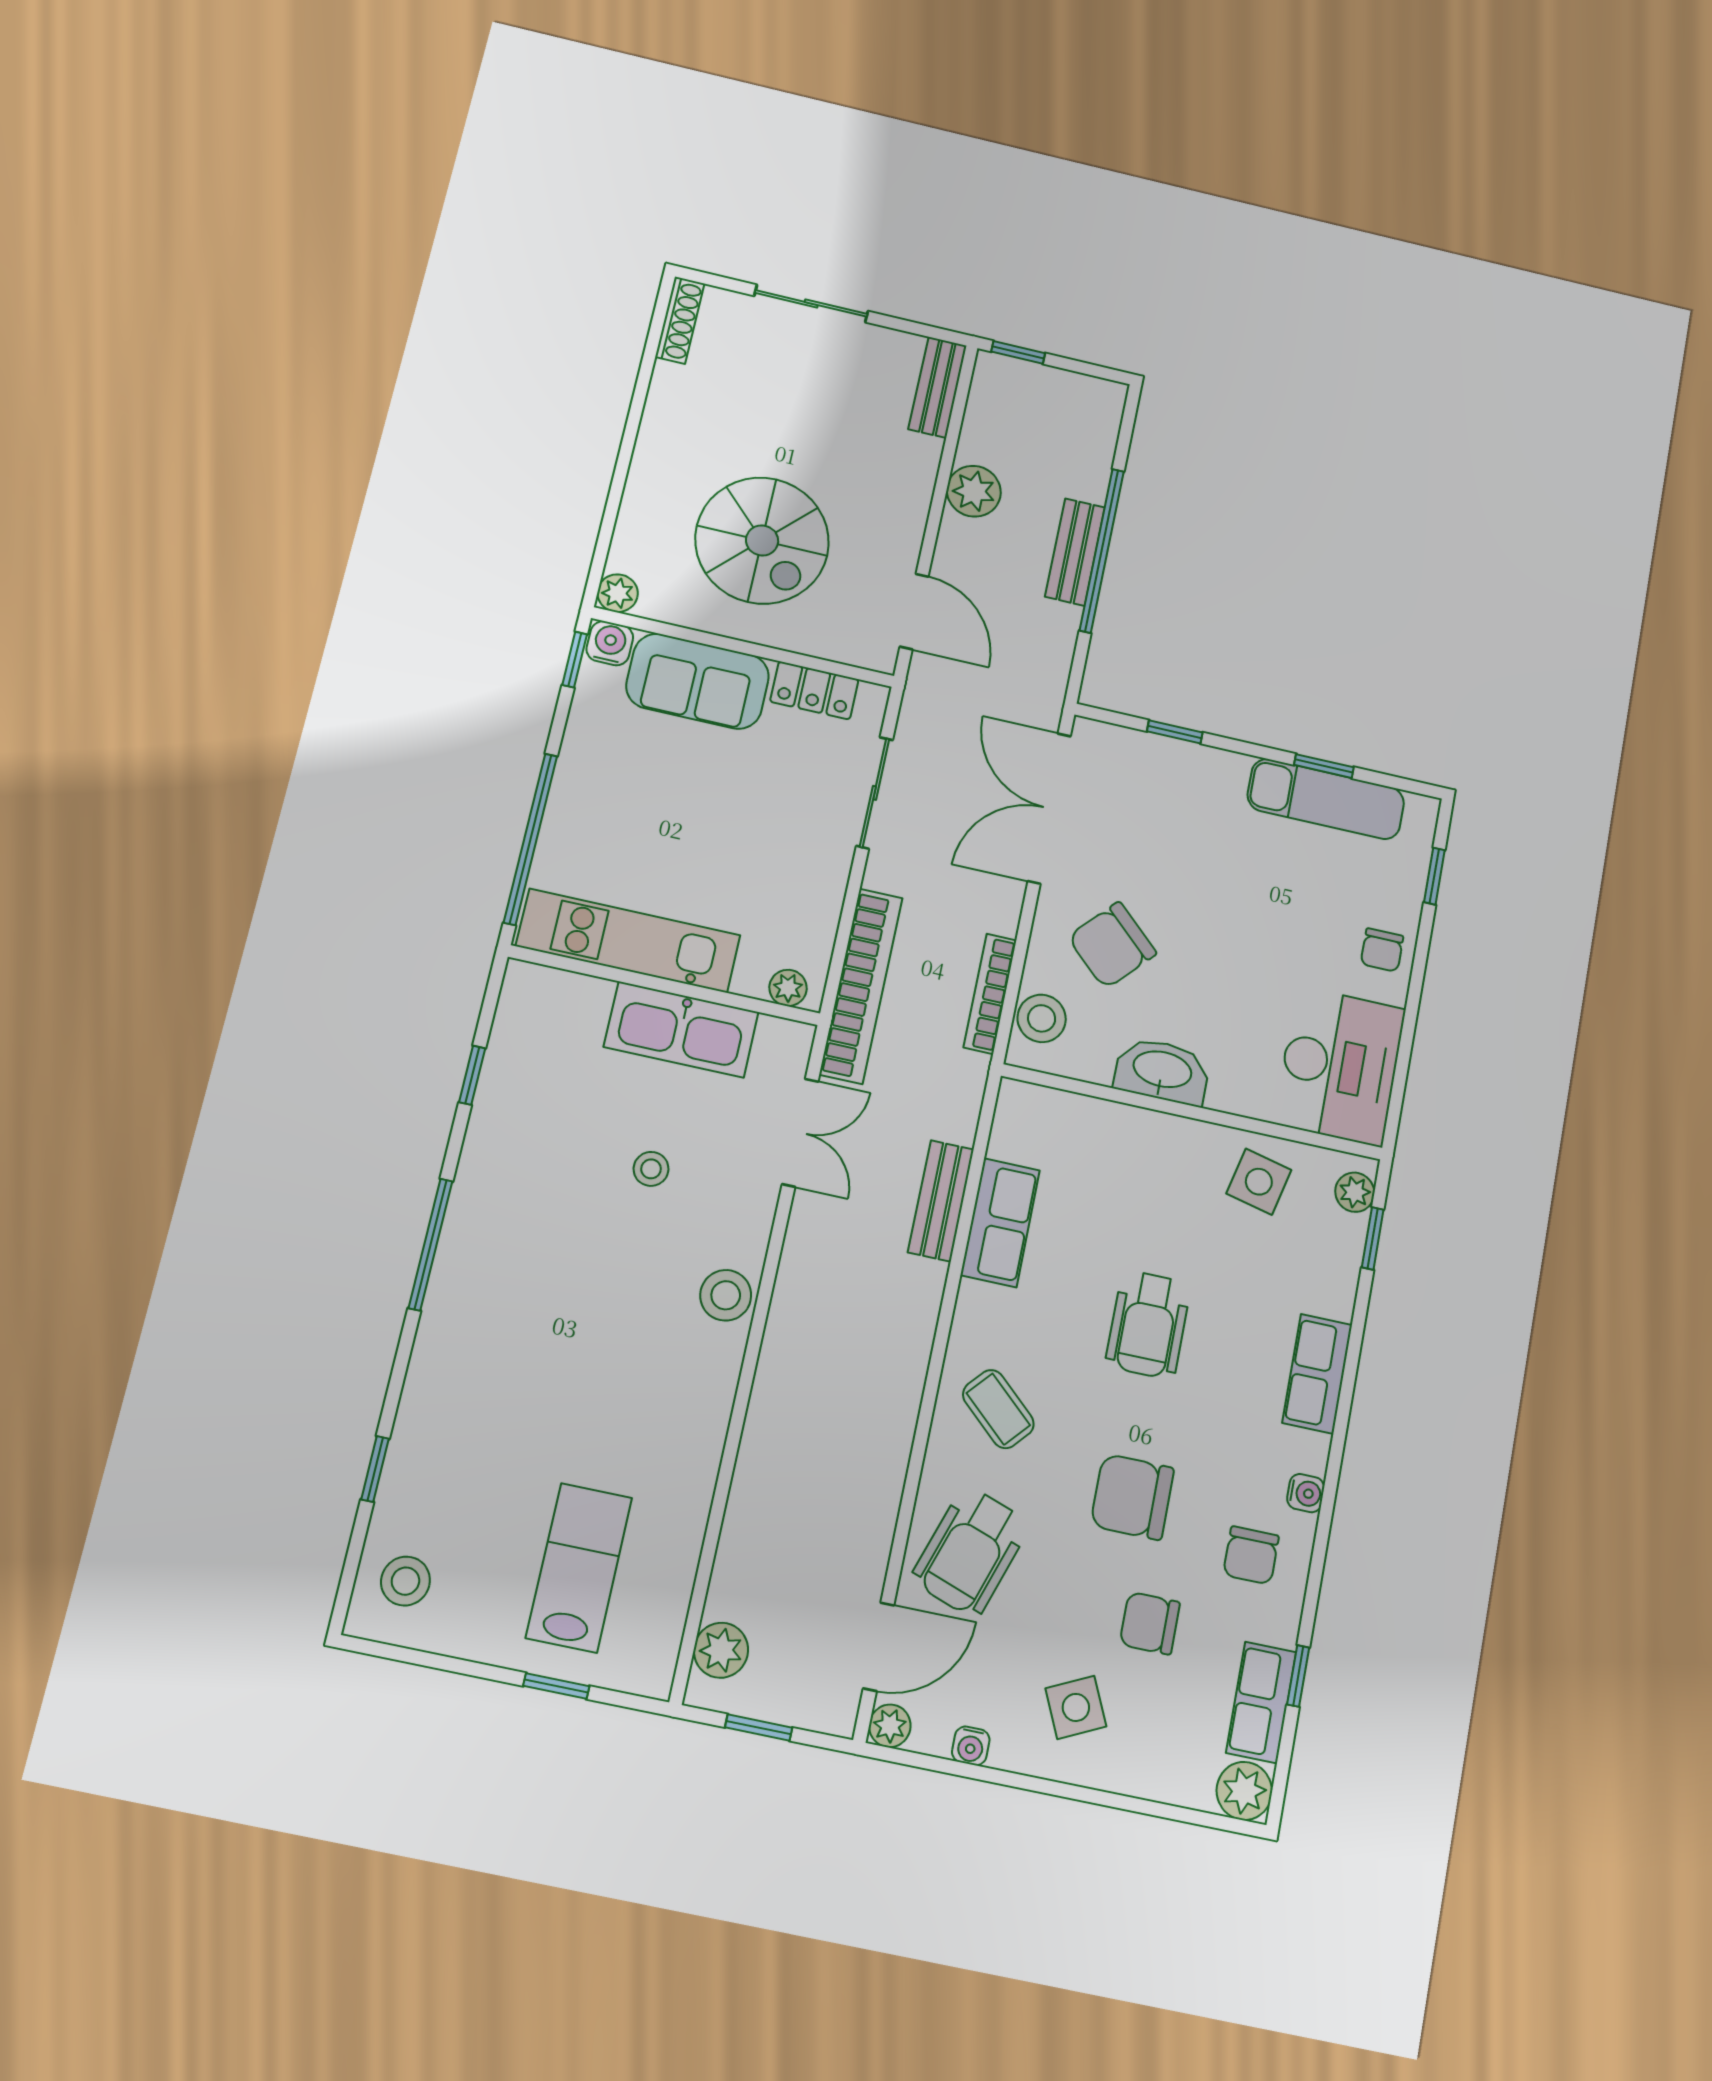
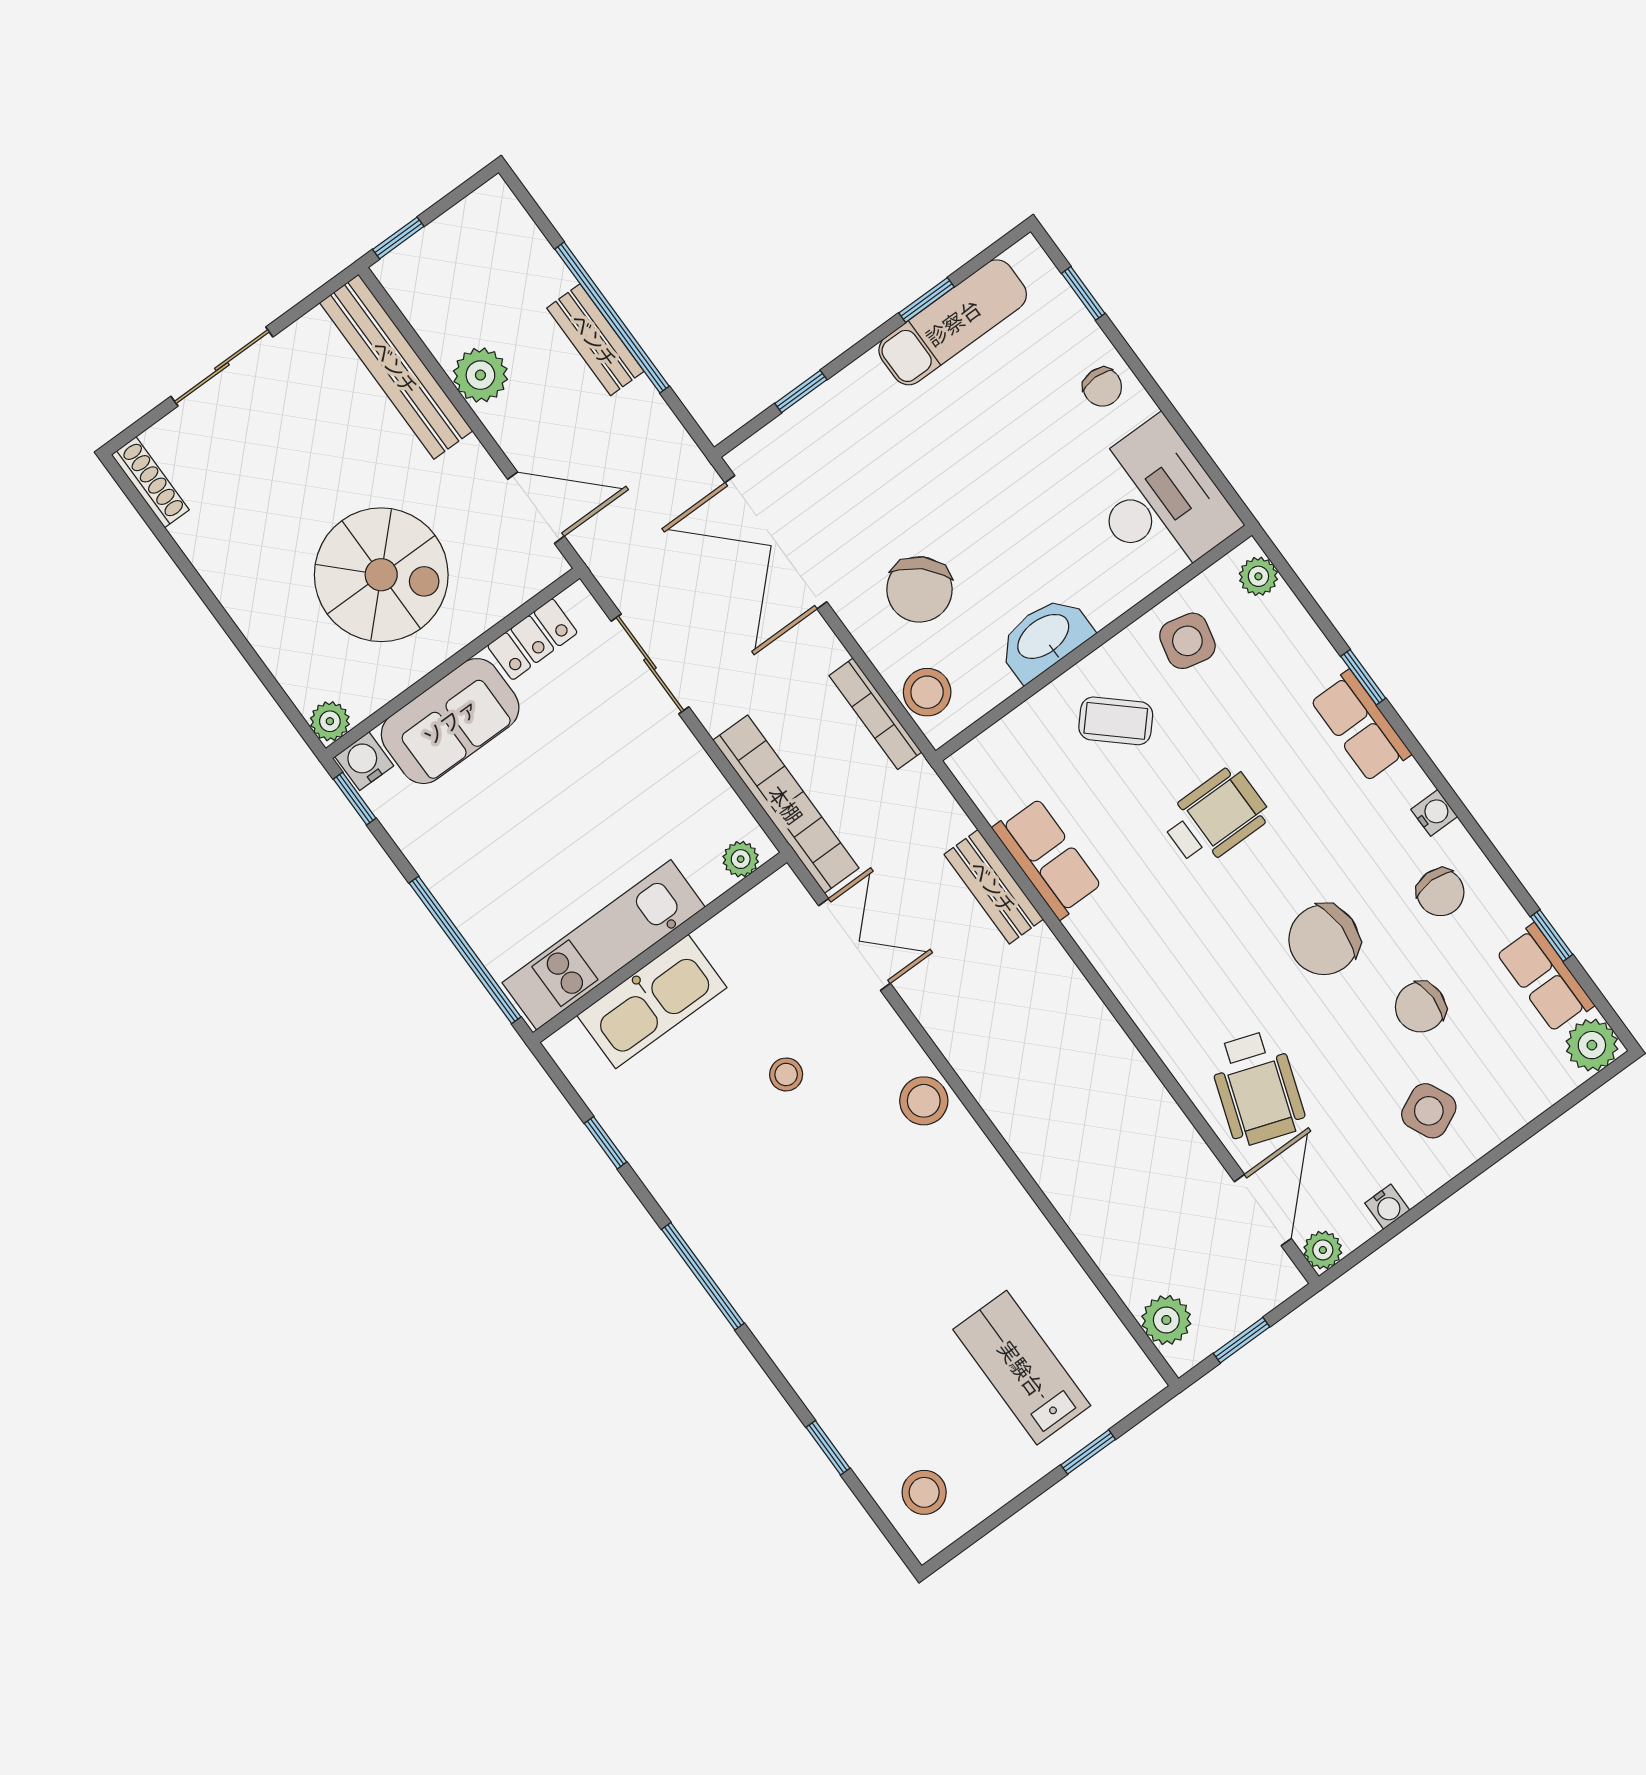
bench: (937, 387) -> (396, 367), width x1.86, depth x1.21
kitchen sink: (681, 1029) -> (652, 1001), moved
window: (1373, 1238) -> (1363, 677), moved
wheelchair: (1148, 1325) -> (1215, 817), turned -90
coffee table: (998, 1409) -> (1116, 721), moved

